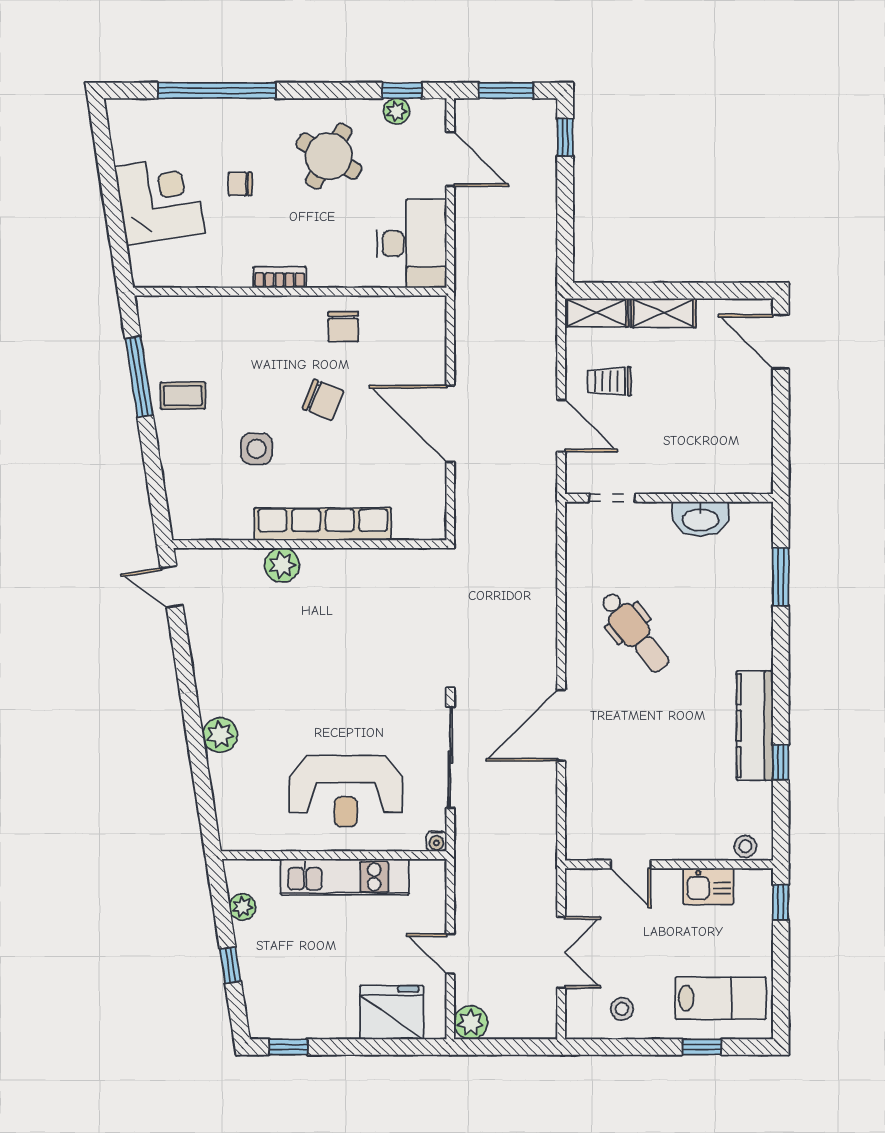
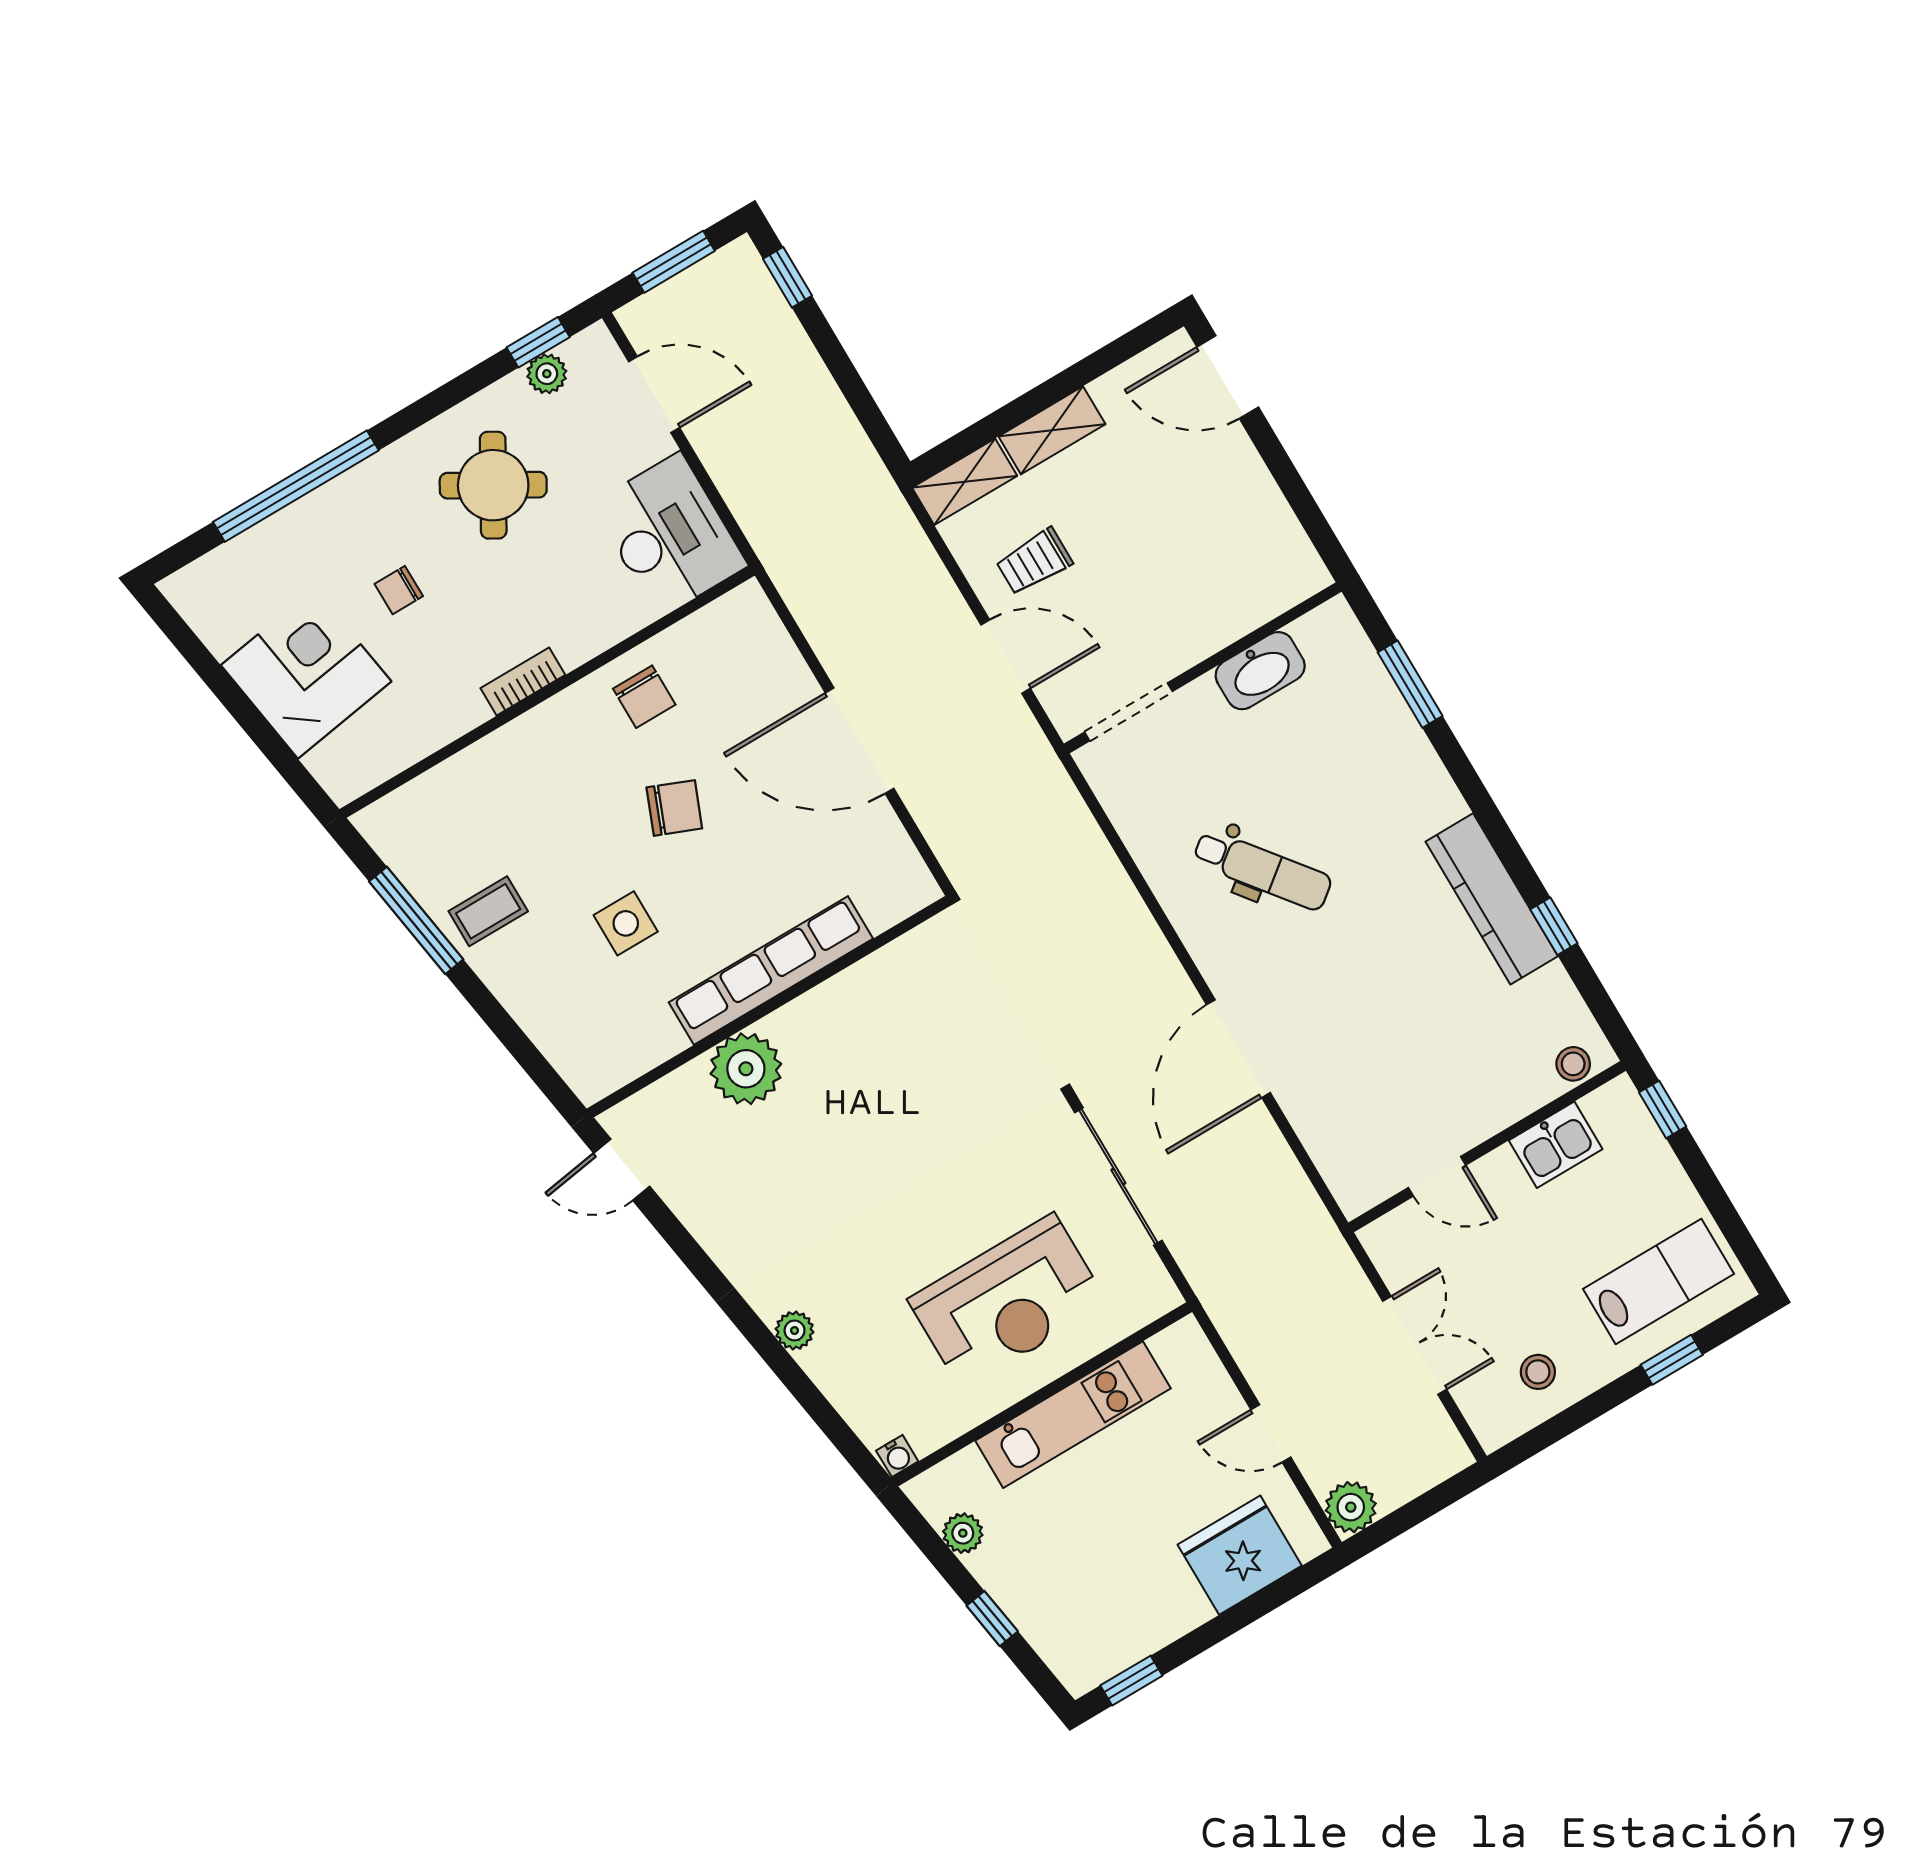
doorway: (612, 498) -> (1128, 712), width x1.38
plant: (282, 565) -> (746, 1069), width x1.36, depth x1.36
plant: (220, 735) -> (795, 1330), width x0.73, depth x0.73
water cooler: (436, 841) -> (897, 1456), moved

